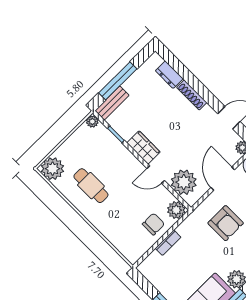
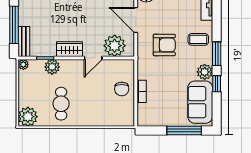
cafe table: (91, 186) -> (61, 104), turned 90
plant: (176, 210) -> (52, 67), moved
chair: (153, 224) -> (122, 89), turned 180

